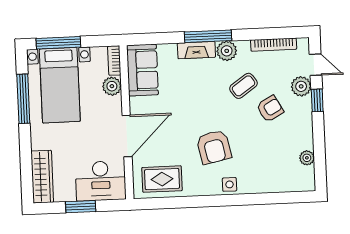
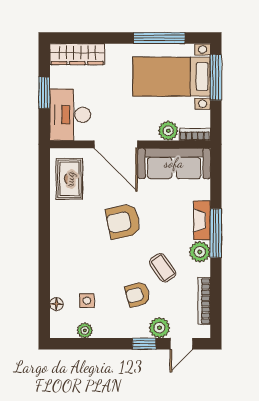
sofa: (142, 70) -> (174, 163), width x1.36
armchair: (270, 109) -> (138, 294), turned 103
armchair: (214, 147) -> (123, 221), moved
side table: (230, 184) -> (87, 301), moved
floor lamp: (283, 186) -> (56, 304), added

